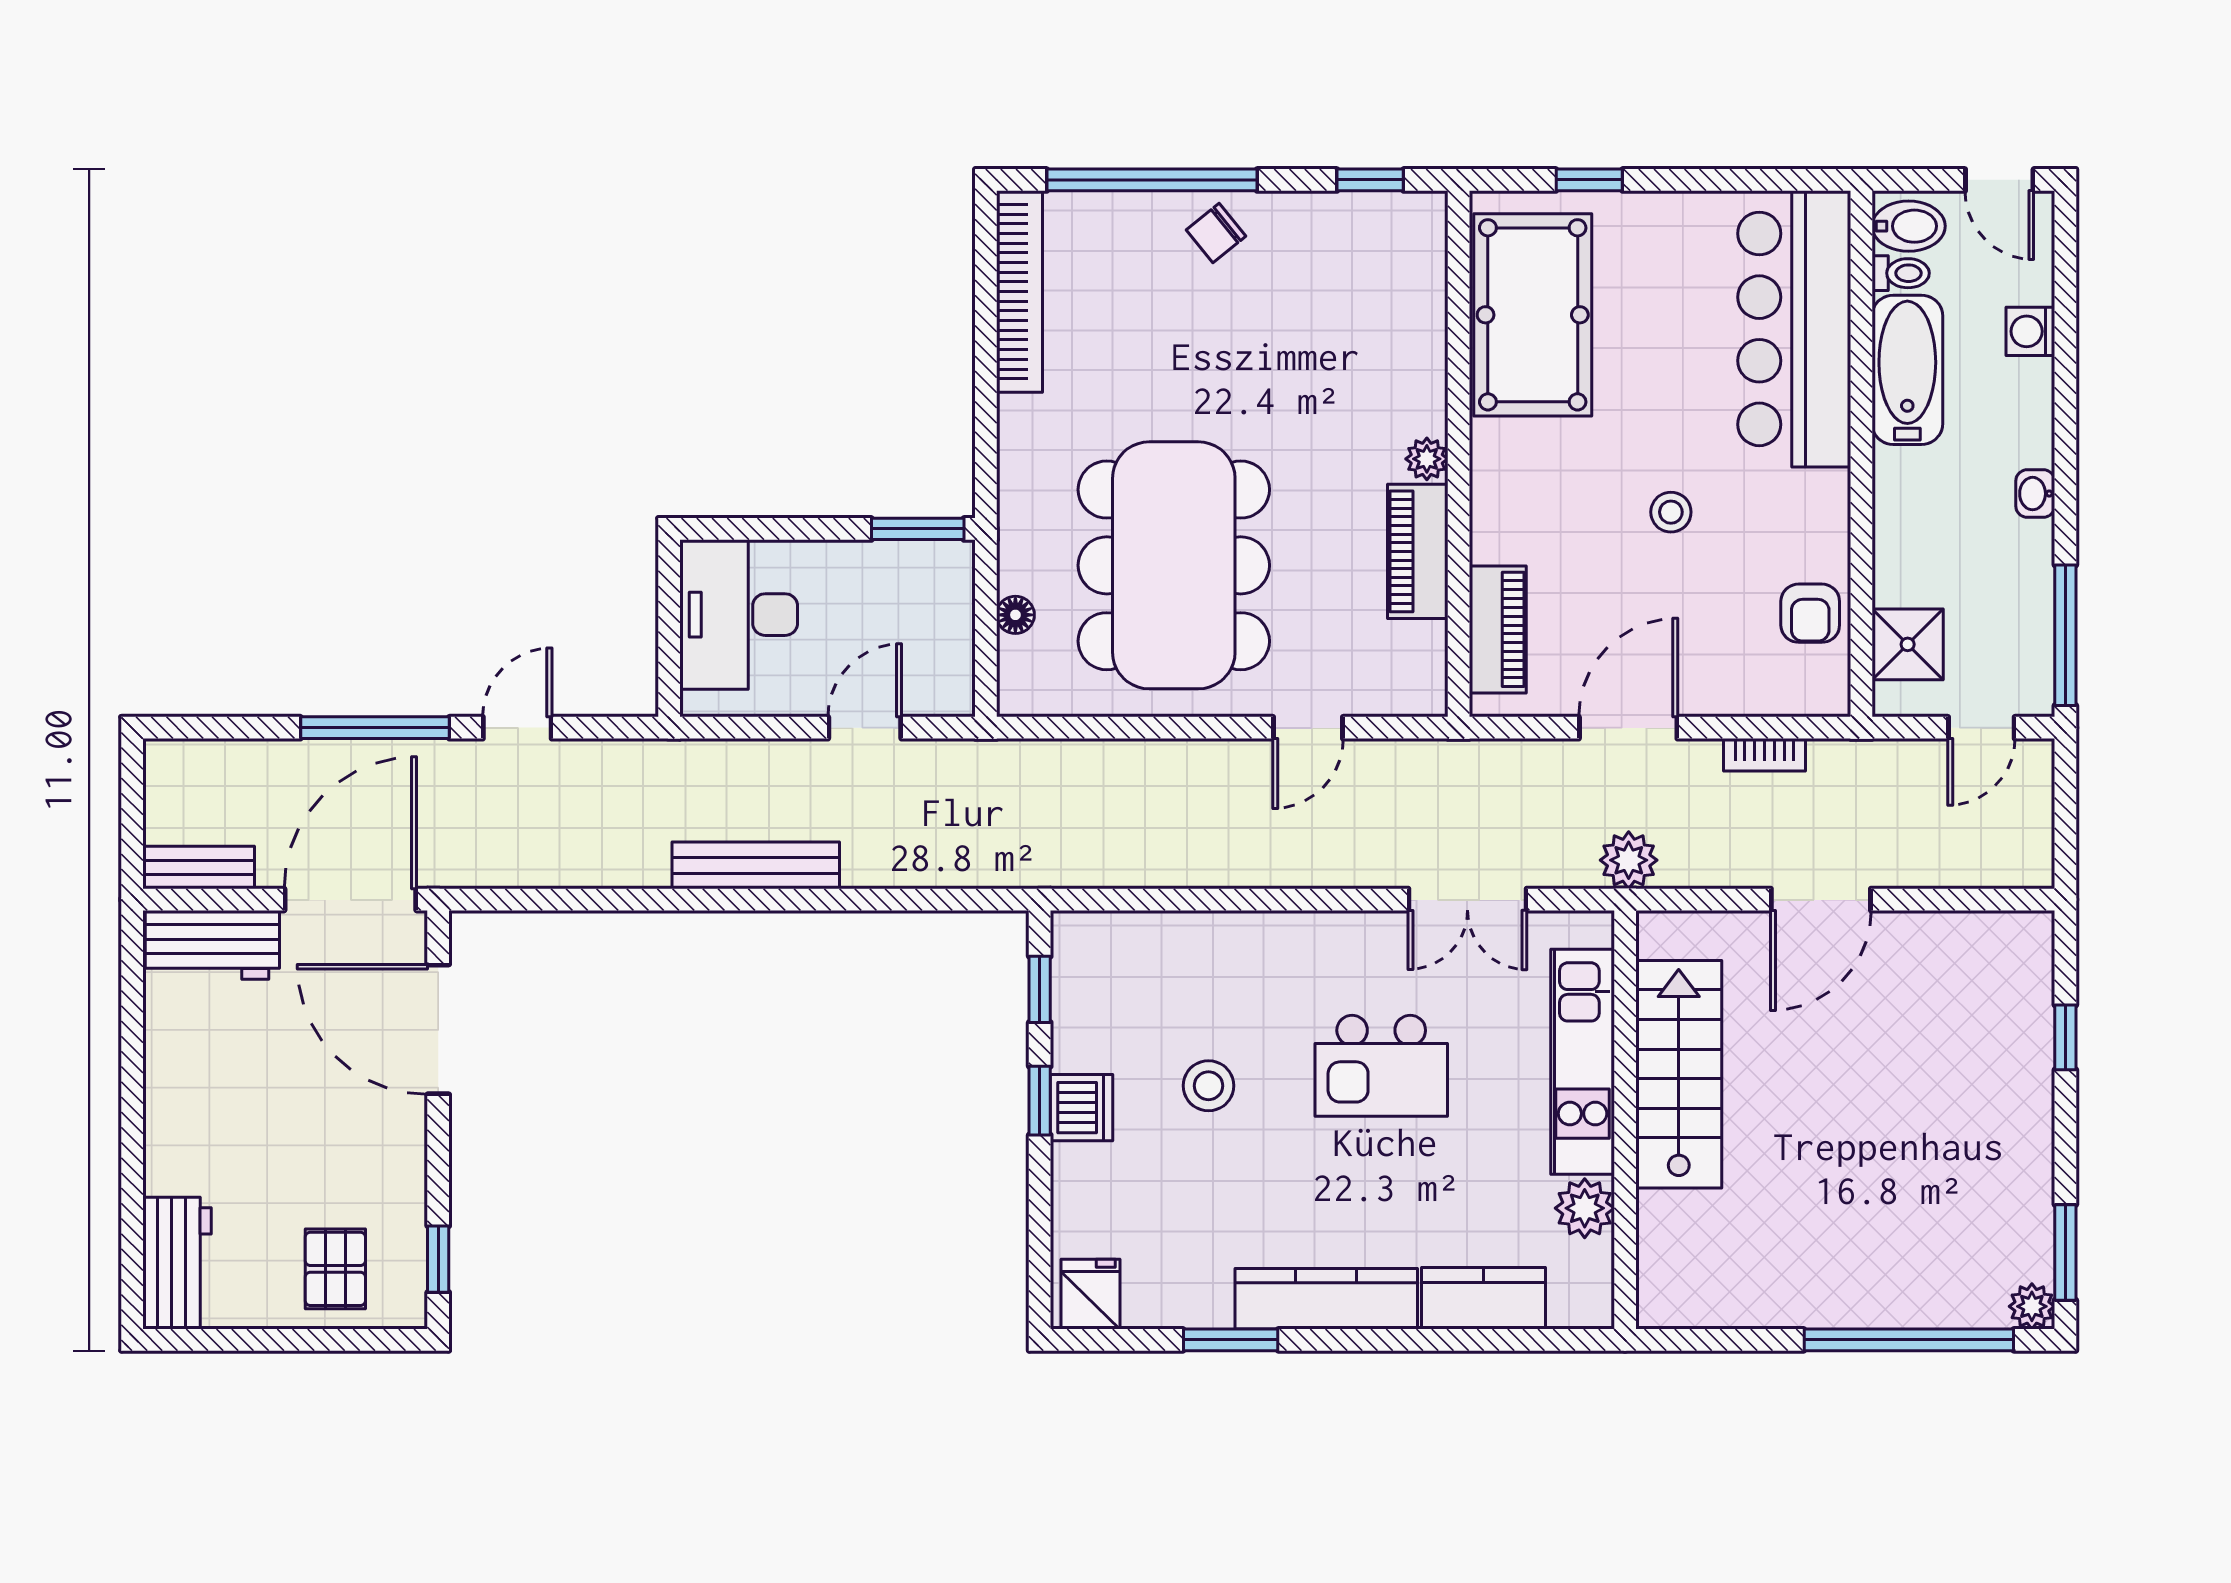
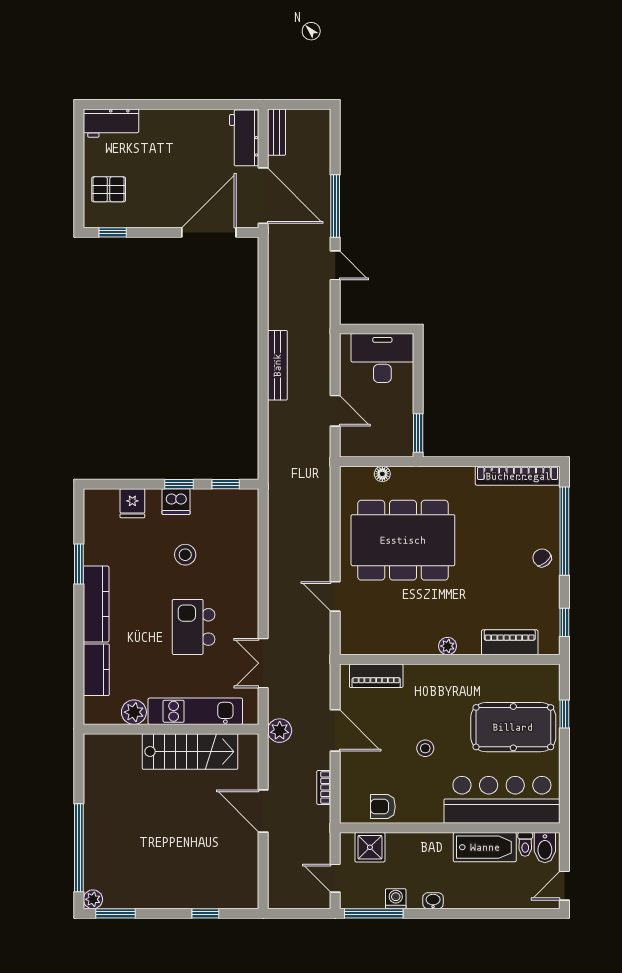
pool table: (1533, 315) -> (513, 727), moved
washing machine: (2030, 331) -> (396, 899), moved
piano: (1418, 551) -> (510, 642), moved
fridge: (1091, 1294) -> (132, 503), moved, turned 90

